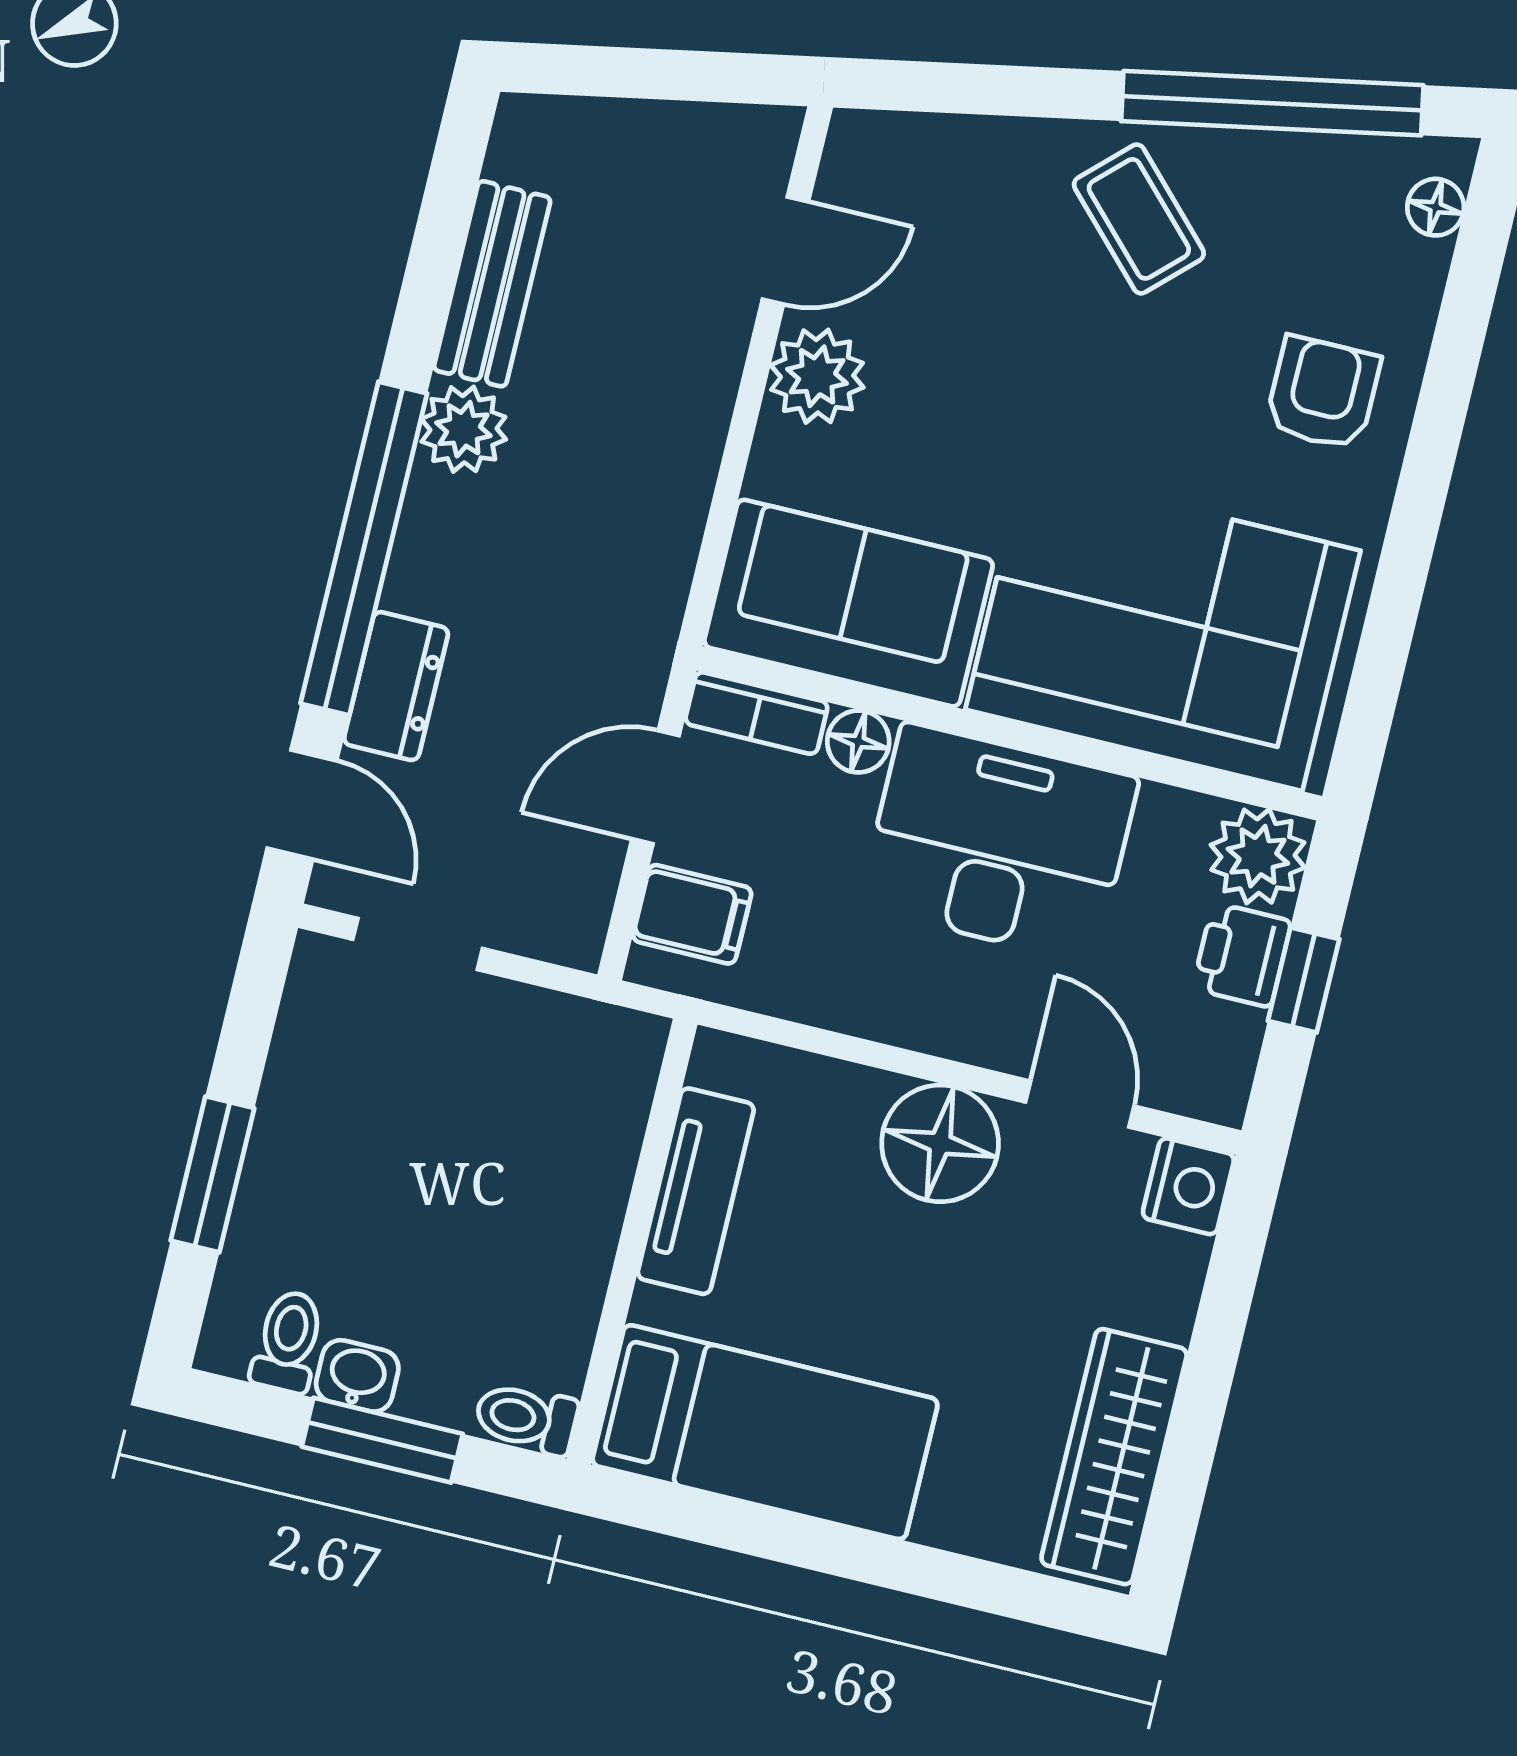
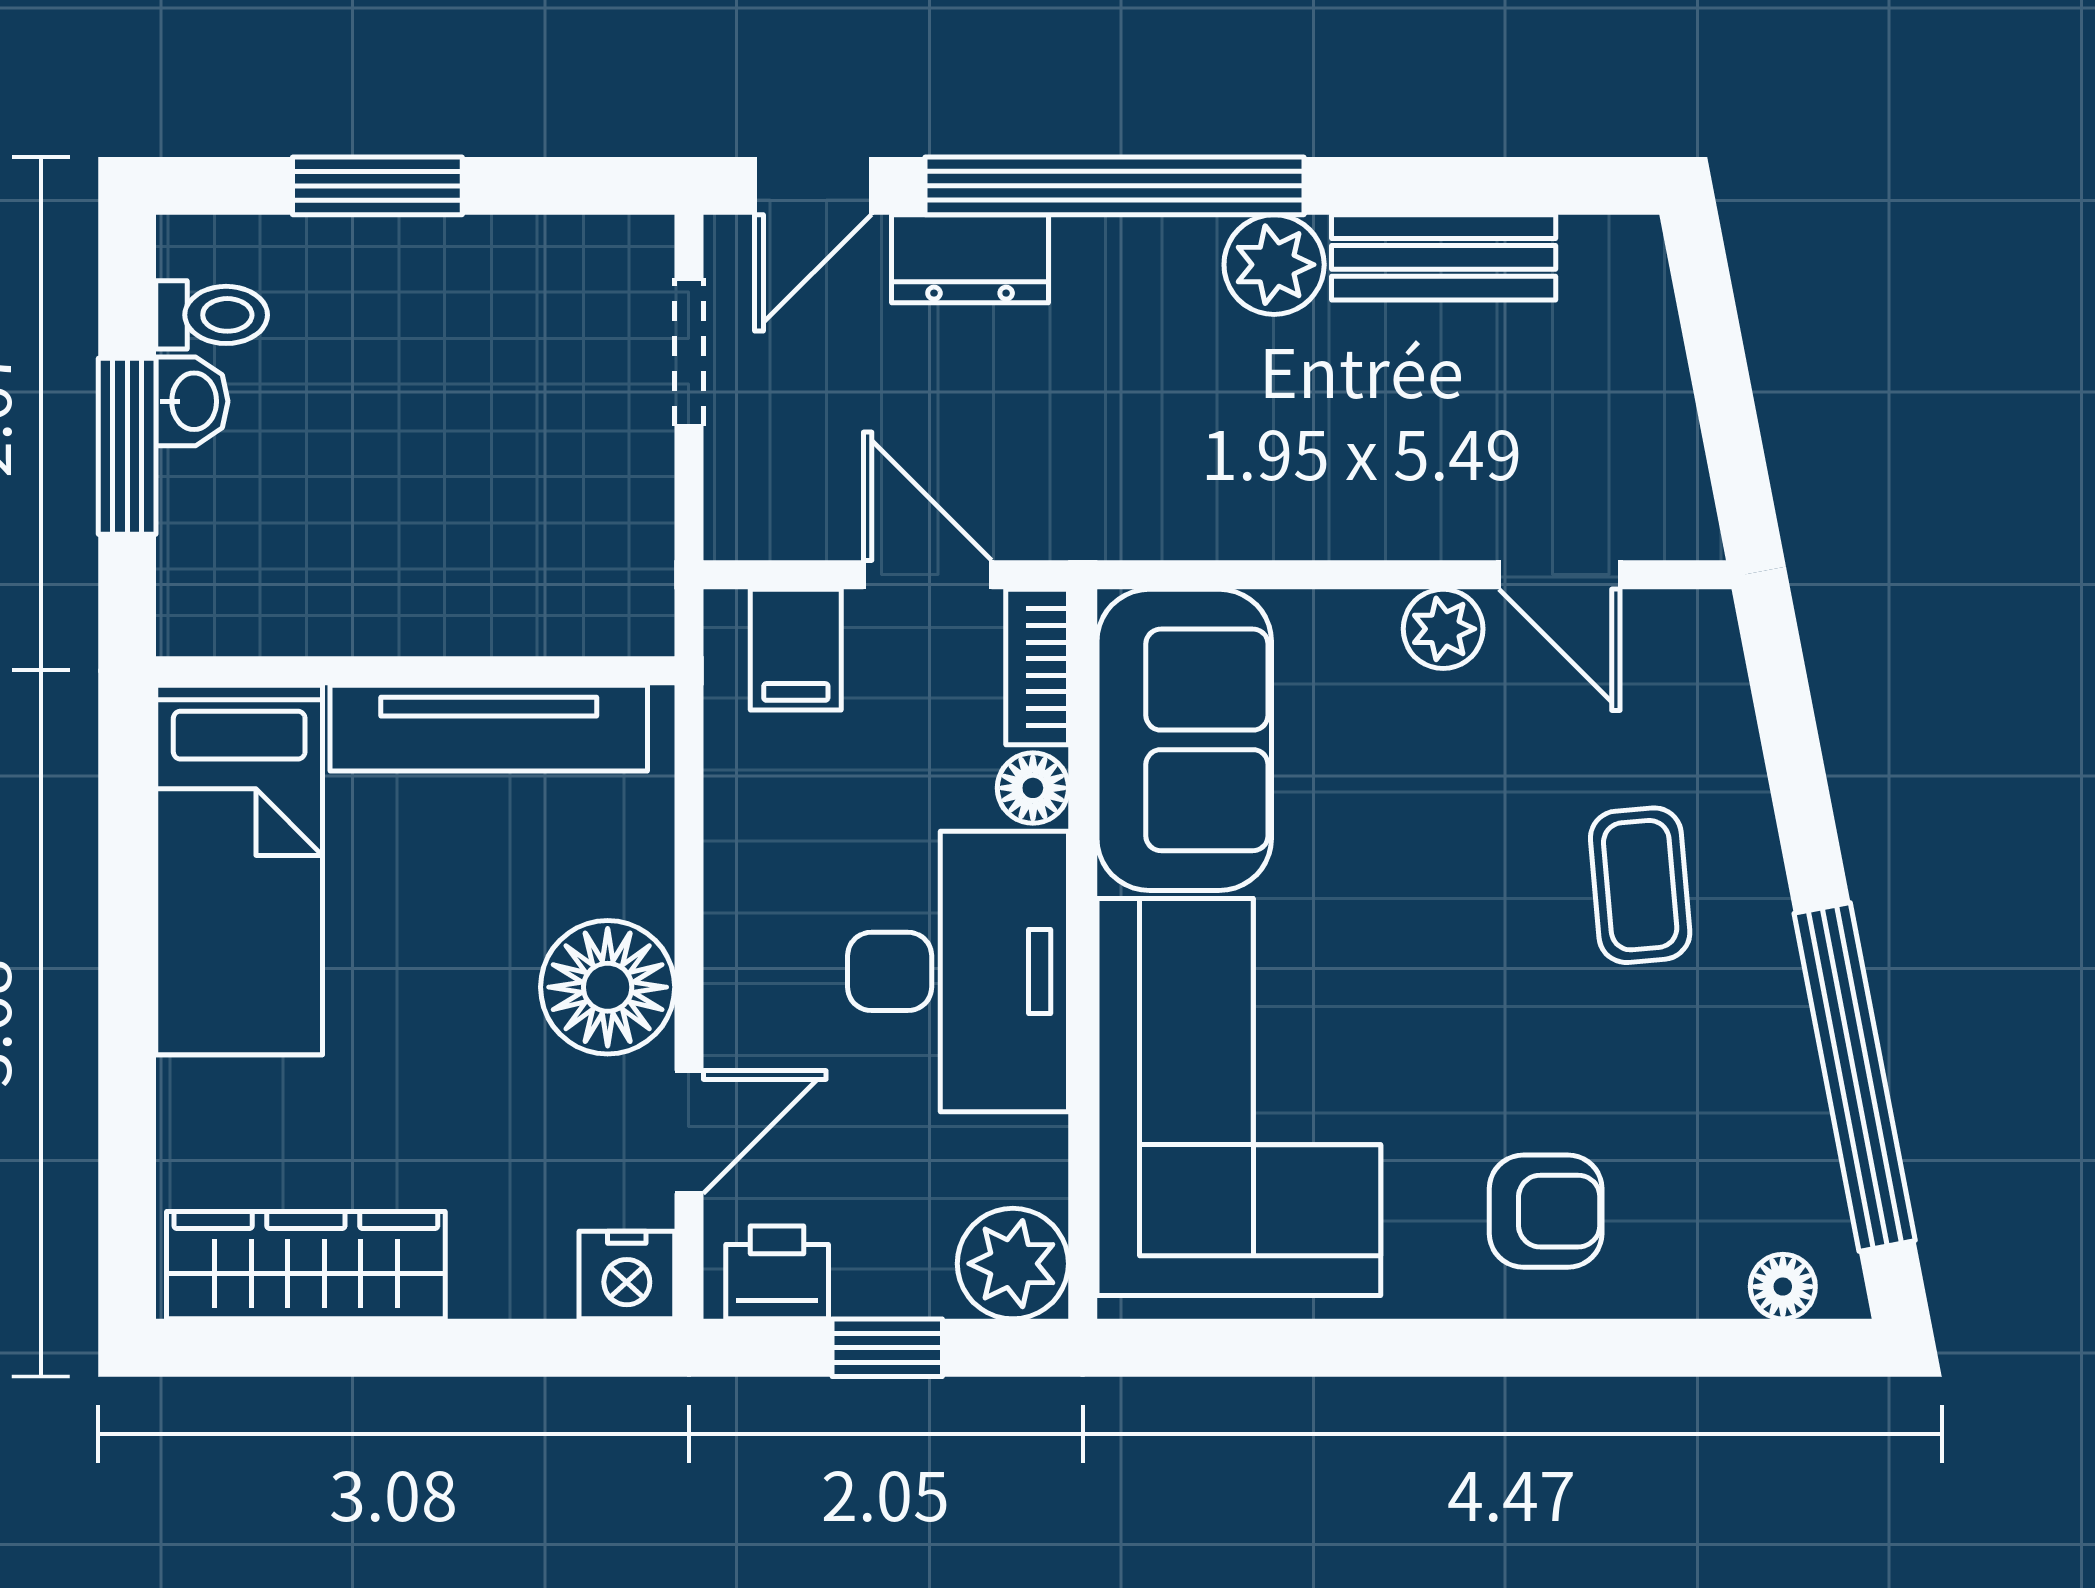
coffee table: (1139, 219) -> (1640, 885), moved, turned -51
plant: (817, 376) -> (1443, 629), width x0.73, depth x0.73
printer: (1242, 955) -> (777, 1272), moved
tv unit: (696, 1191) -> (489, 728), width x1.41
toilet: (526, 1418) -> (190, 601), removed

